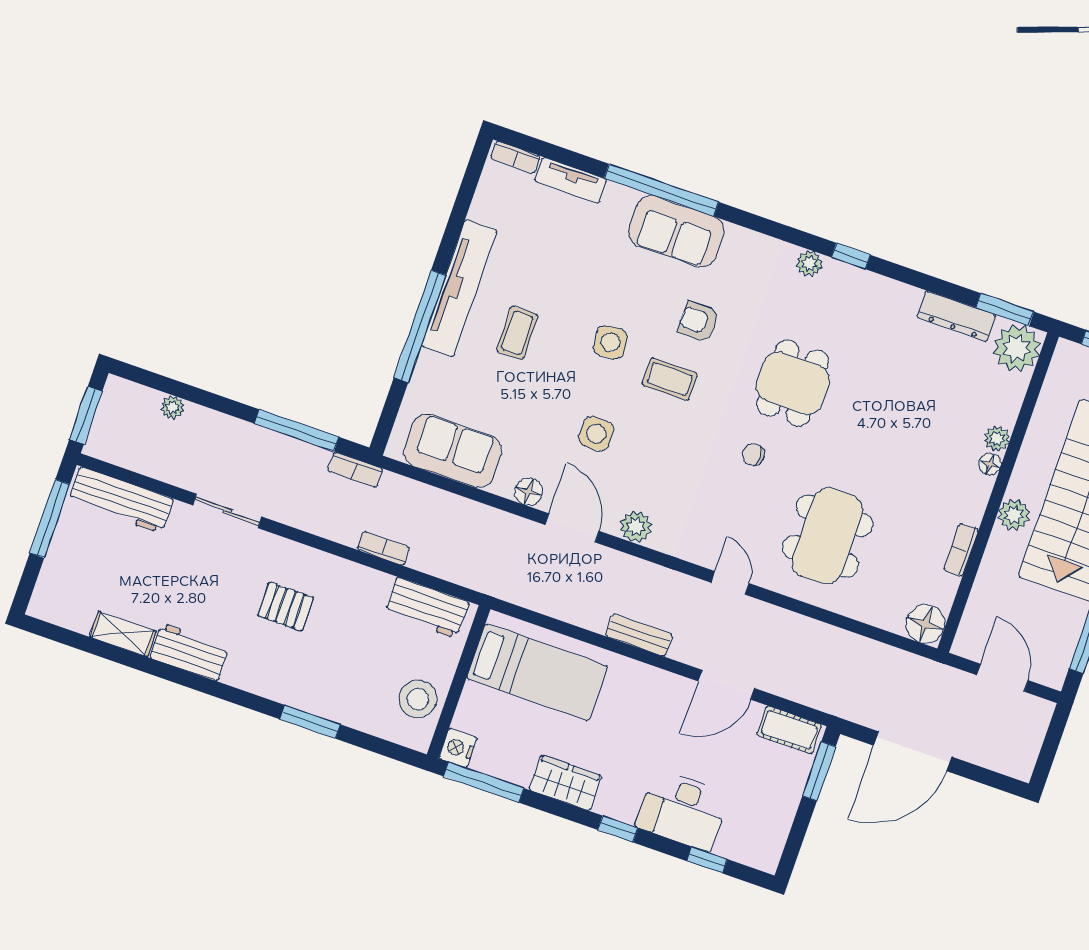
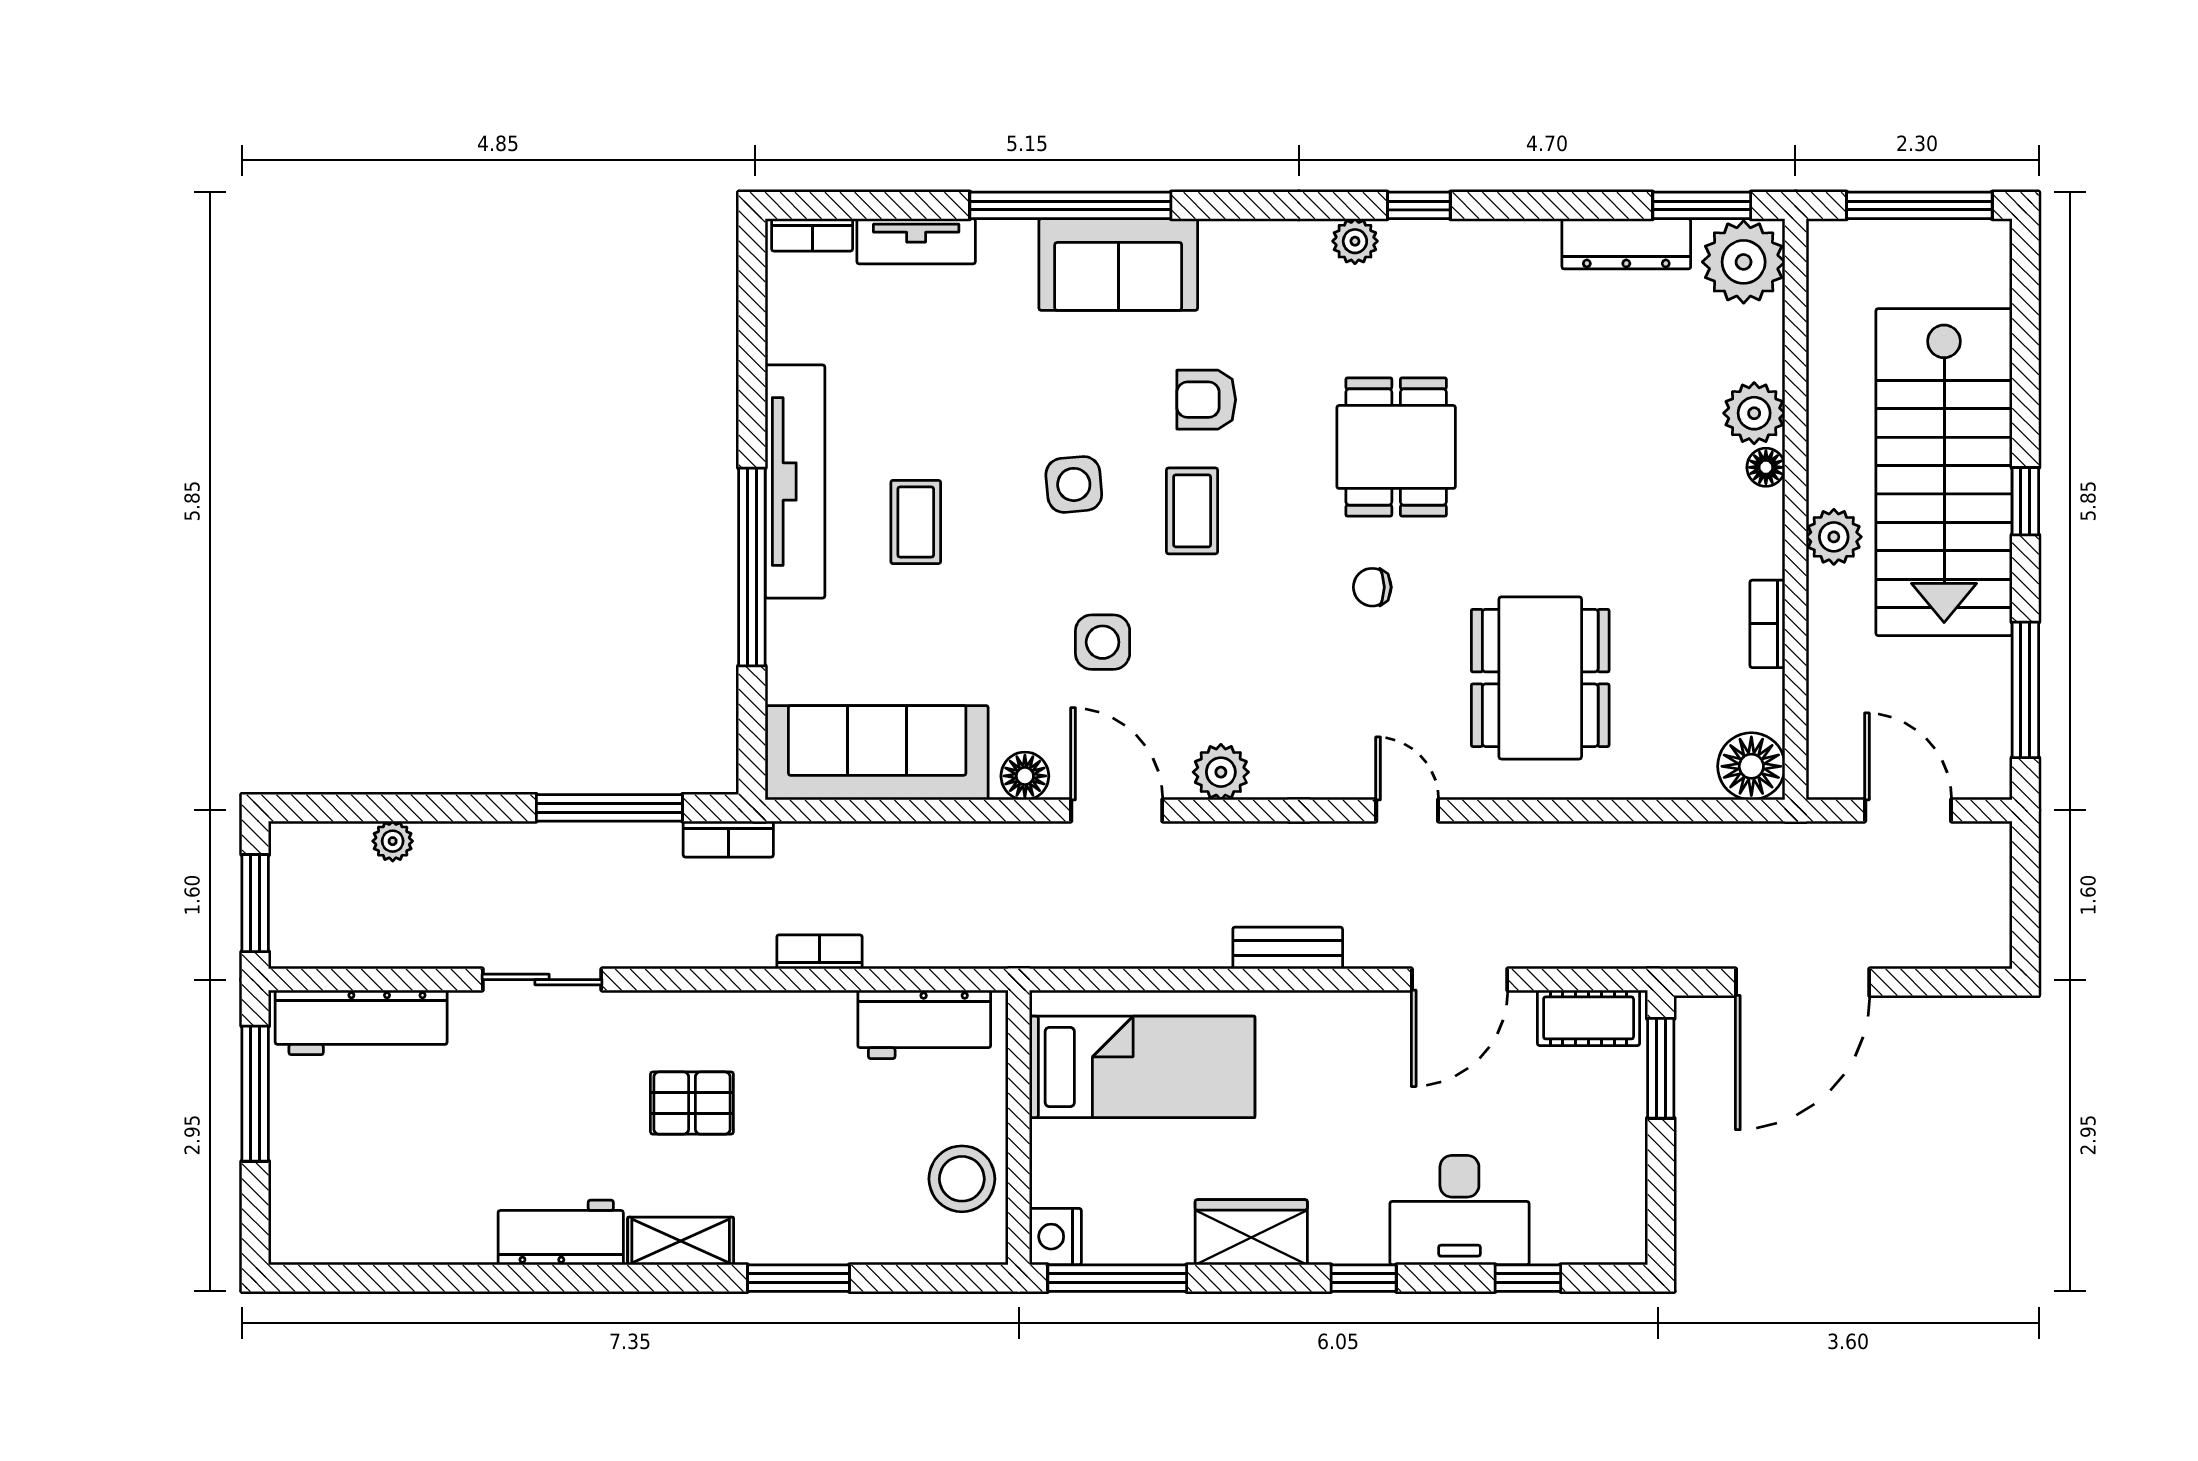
coffee table: (670, 379) -> (1192, 511), turned 90
plant: (997, 439) -> (1754, 413), width x1.38, depth x1.38
sofa: (453, 451) -> (877, 753), width x1.36
shelving: (123, 634) -> (681, 1241), moved

